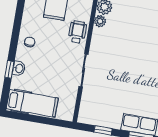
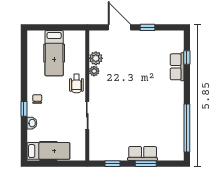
wheelchair: (77, 32) -> (76, 83), turned 180
window: (9, 70) -> (24, 109), moved

